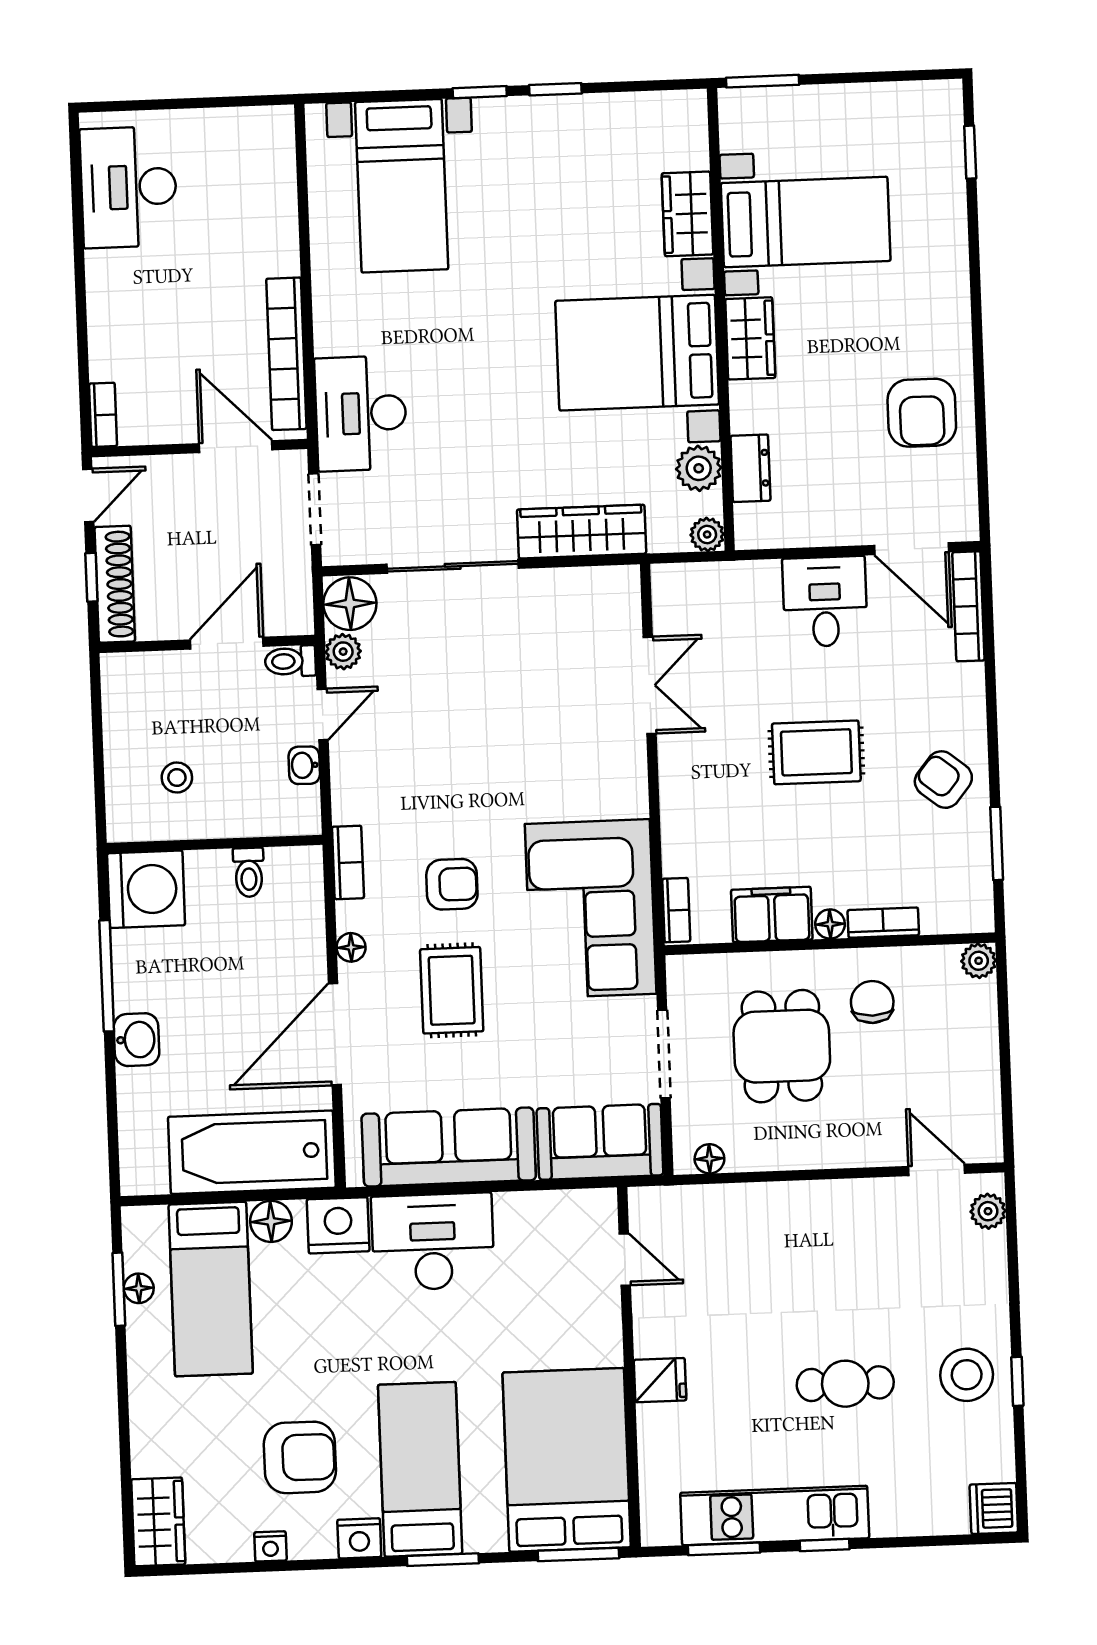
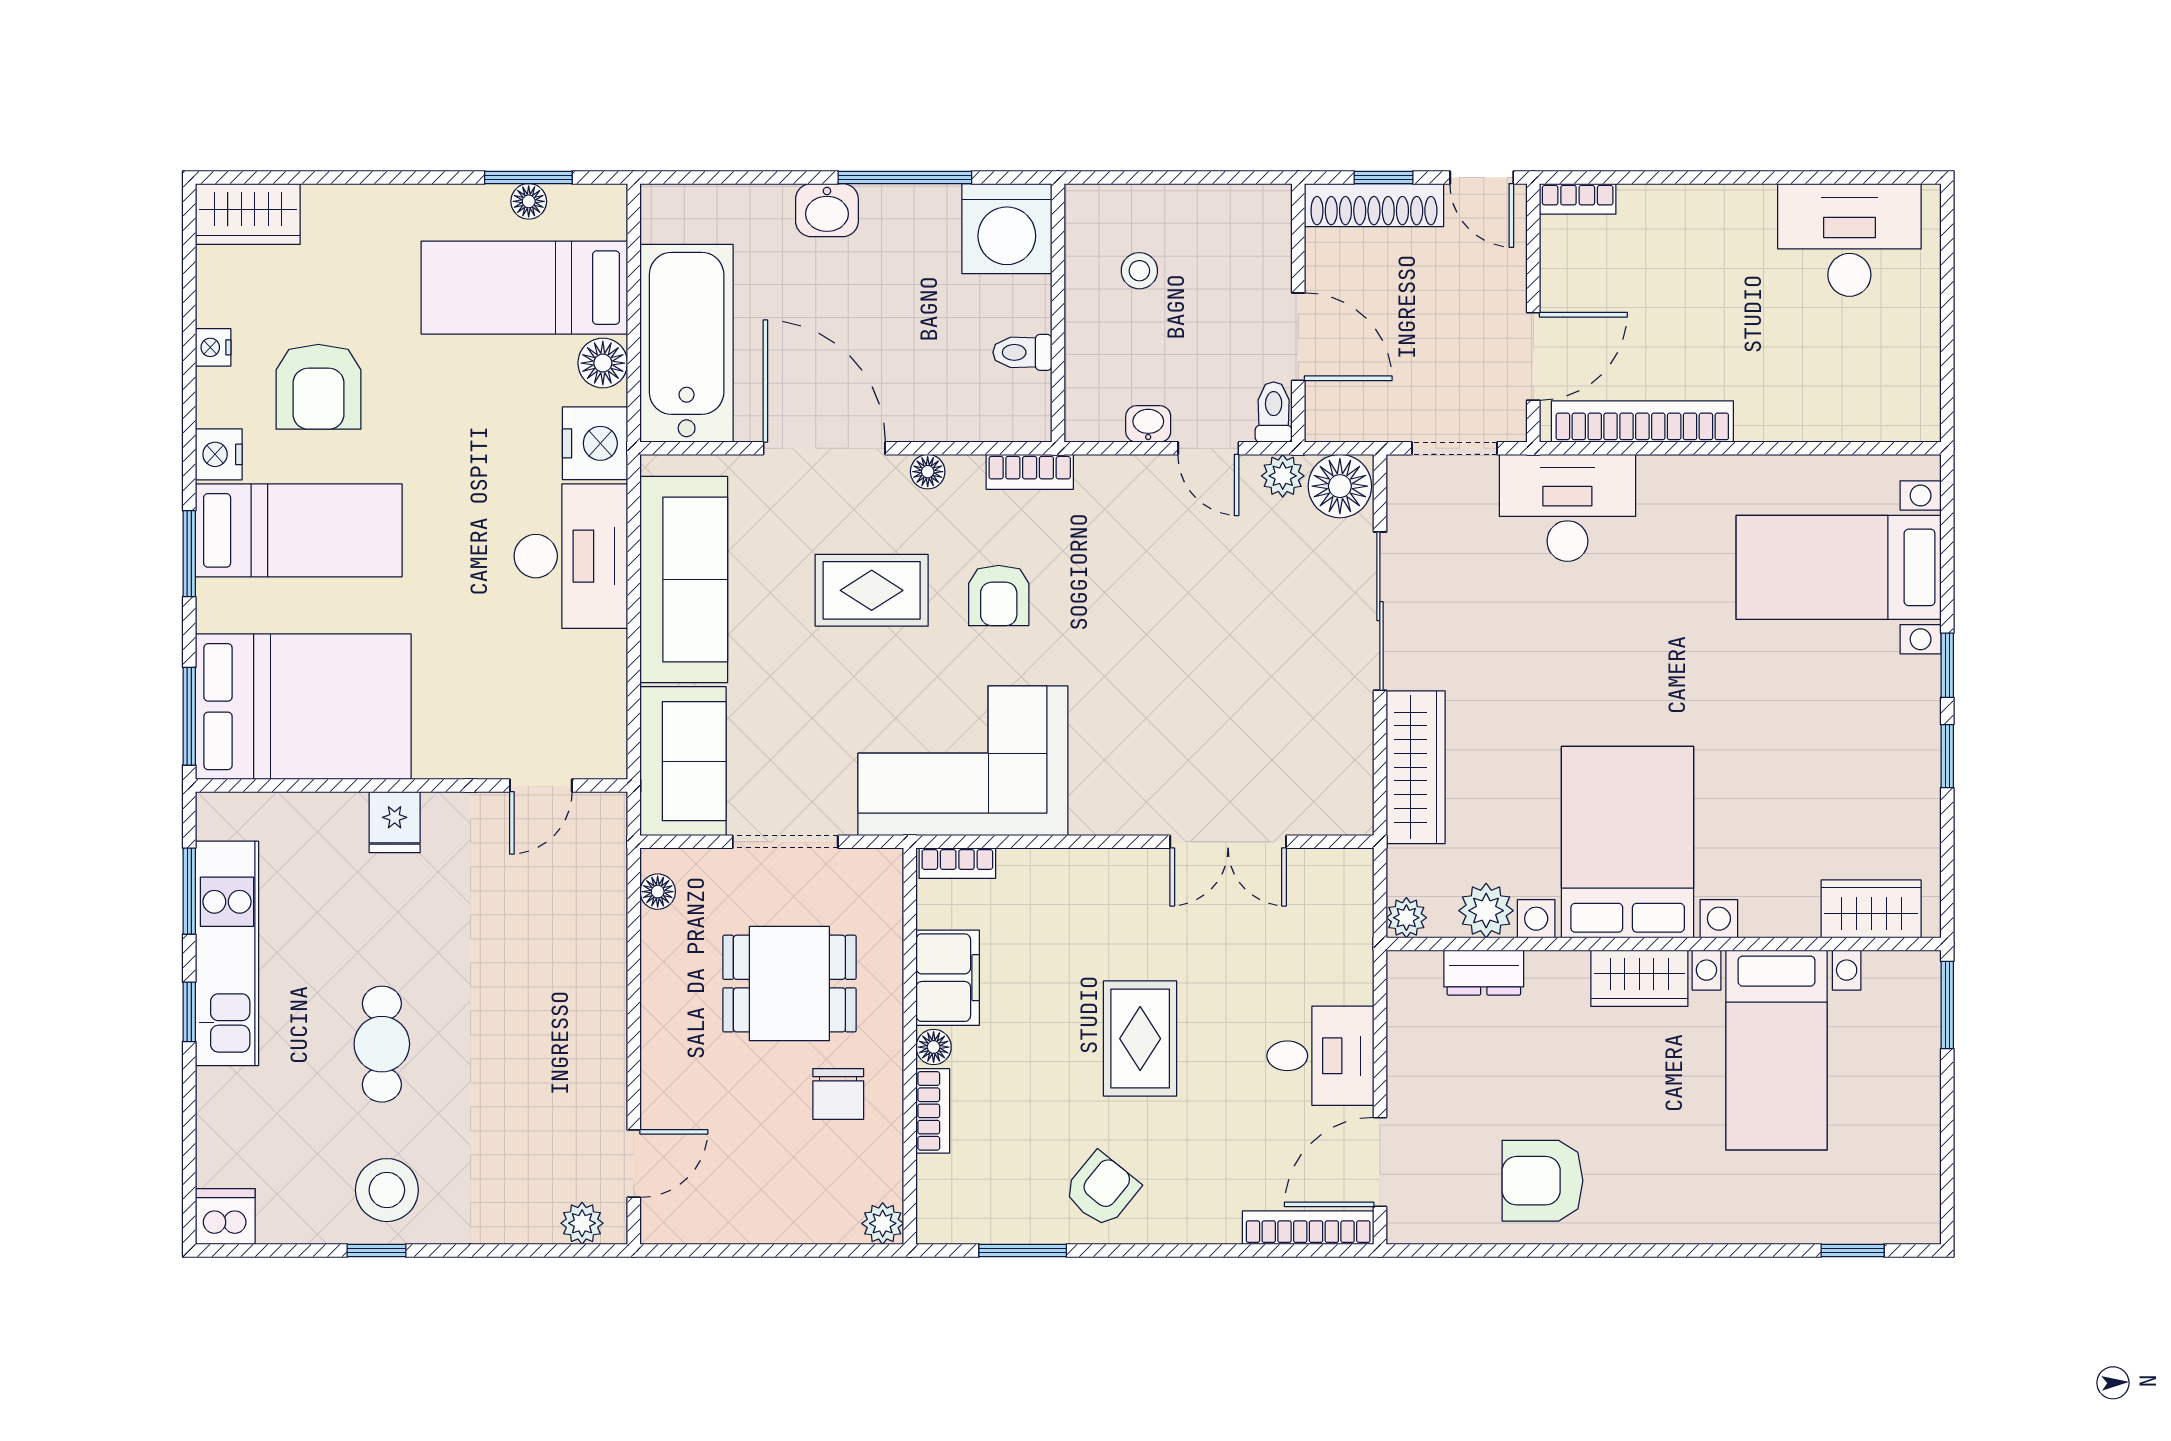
wardrobe: (688, 214) -> (1871, 909), moved
chair: (872, 1002) -> (838, 1094), turned 90

